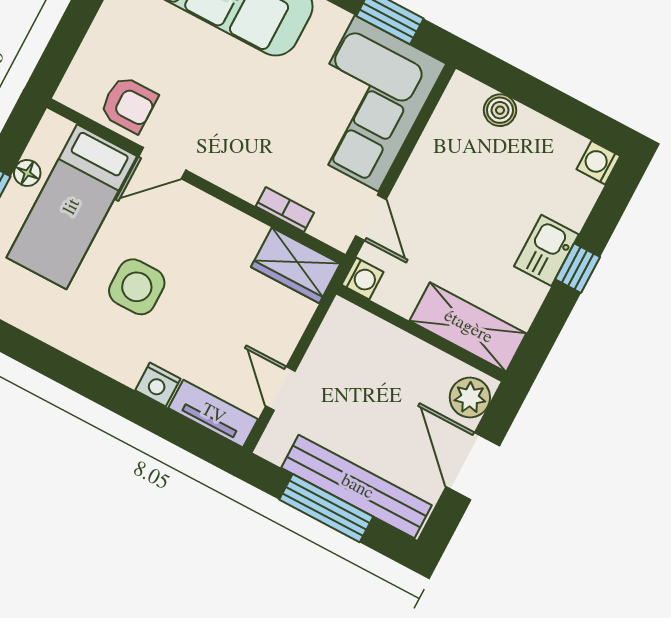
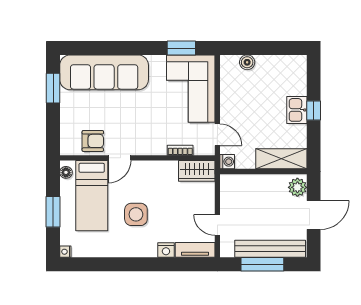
washing machine: (598, 163) -> (299, 62), removed
floor lamp: (27, 173) -> (66, 172), moved
door: (473, 466) -> (314, 215), swing flipped

